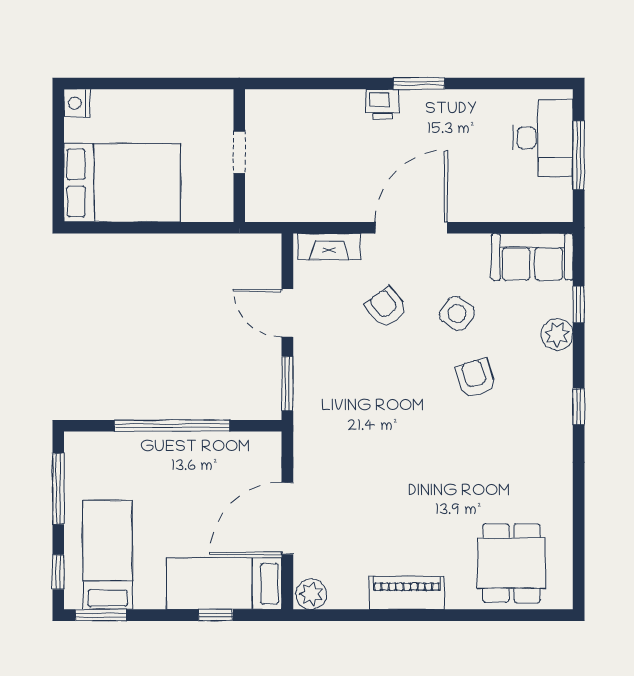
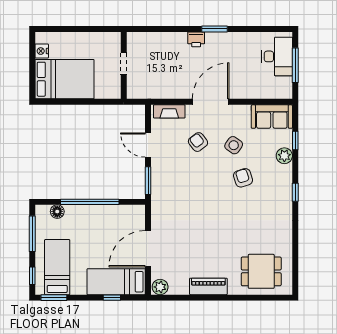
nightstand: (77, 103) -> (42, 51), moved
floor lamp: (108, 445) -> (57, 212), added
dining table: (511, 563) -> (261, 271), turned 90

